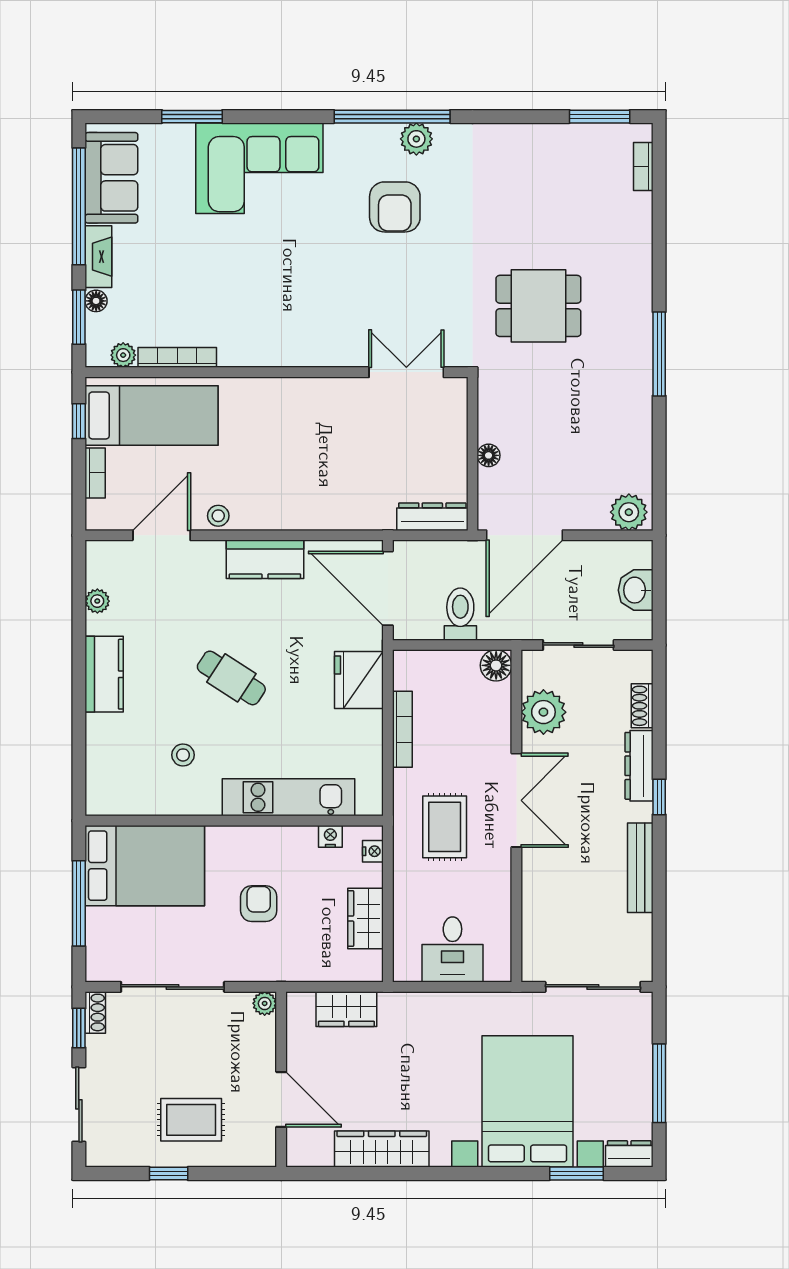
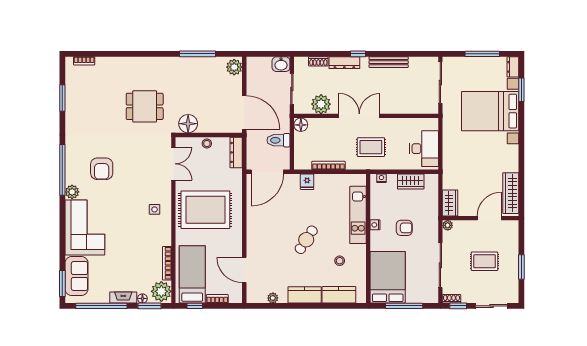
window: (192, 117) -> (62, 283), moved
window: (600, 117) -> (62, 98), moved
plant: (416, 139) -> (72, 192), moved
sofa: (111, 178) -> (77, 276), moved, turned 90
armchair: (395, 207) -> (102, 169), turned 90
dining table: (538, 306) -> (145, 106), turned 90
side table: (301, 329) -> (155, 209), added
window: (659, 354) -> (197, 54), moved
plant: (123, 355) -> (161, 291), width x1.87, depth x1.87
double door: (406, 372) -> (173, 164), swing flipped
rug: (300, 446) -> (205, 210), added
floor lamp: (489, 455) -> (188, 124), moved, width x1.89, depth x1.89
stool: (218, 516) -> (207, 144), moved
kitchen counter: (265, 559) -> (339, 295), moved, turned -90
washbasin: (636, 590) -> (281, 64), moved
fridge: (359, 680) -> (307, 182), width x0.53, depth x0.75
nightstand: (330, 836) -> (375, 225), moved
armchair: (259, 904) -> (404, 228), turned 180
desk: (452, 949) -> (424, 149), width x1.37
wardrobe: (346, 1009) -> (450, 203), moved
rug: (191, 1120) -> (485, 261), moved, turned 90
wardrobe: (382, 1149) -> (511, 193), moved
window: (169, 1174) -> (521, 267), width x1.50

